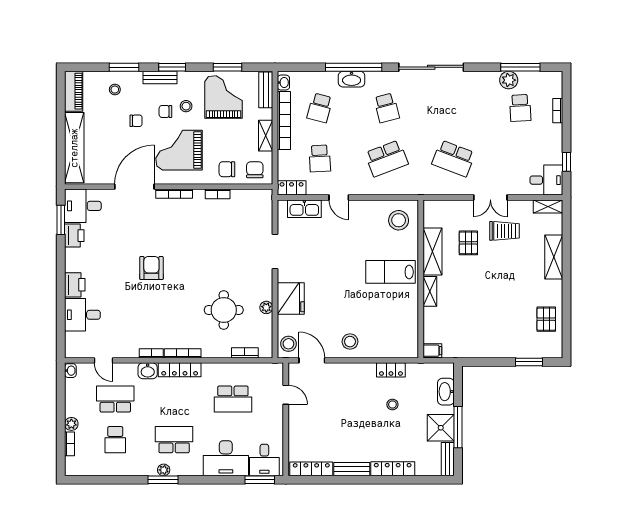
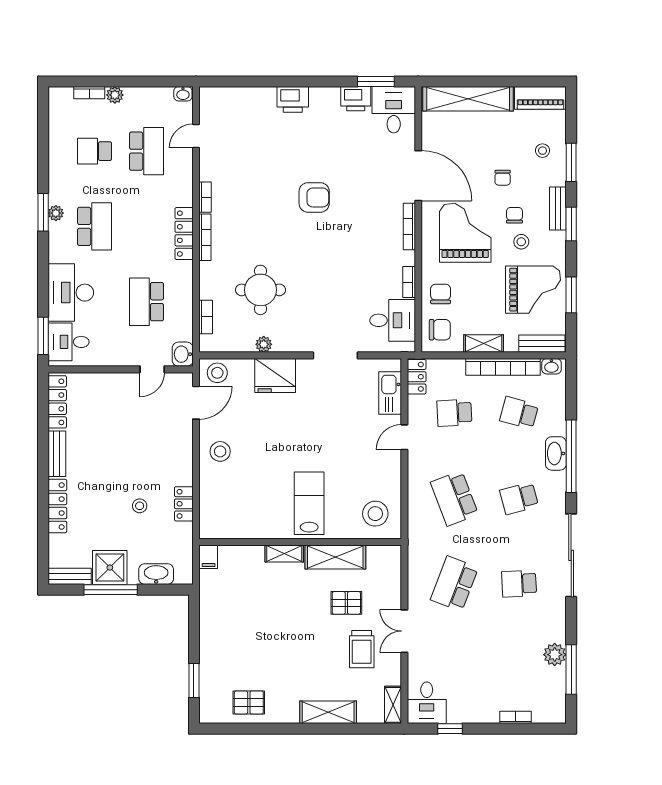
school desk: (520, 108) -> (519, 584), moved
desk: (82, 315) -> (393, 320), moved, turned 90
washbasin: (148, 371) -> (183, 354), moved

